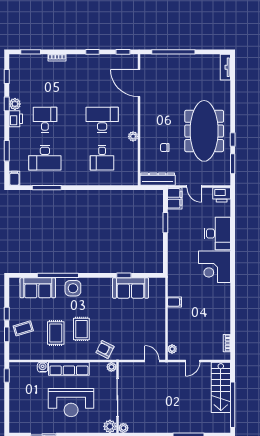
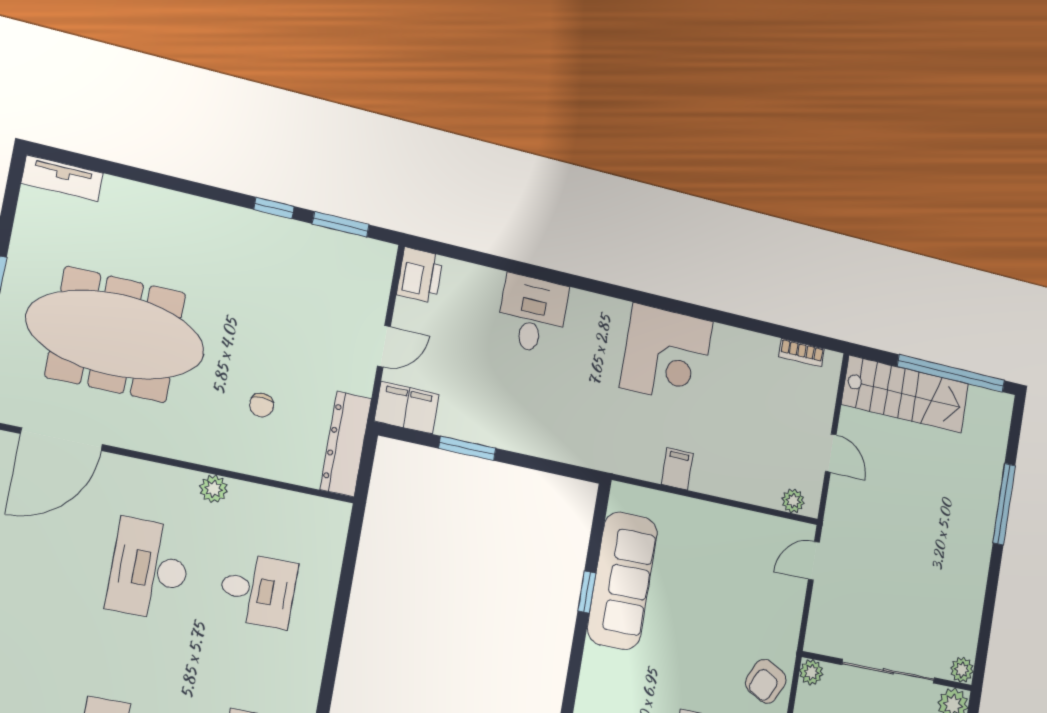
meeting table: (204, 131) -> (116, 335), moved
desk: (217, 234) -> (532, 314), width x0.73
corner desk: (214, 267) -> (666, 354), moved
sofa: (131, 288) -> (622, 581), width x1.36

